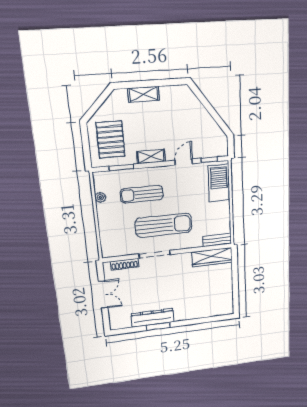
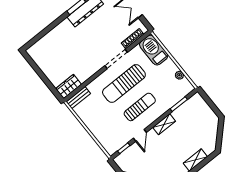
pallet: (111, 140) -> (197, 118), removed
barbecue: (219, 183) -> (154, 50), moved, turned 180
sun lounger: (142, 194) -> (140, 107), moved
wardrobe: (212, 257) -> (69, 87), width x0.67

